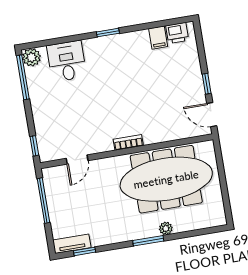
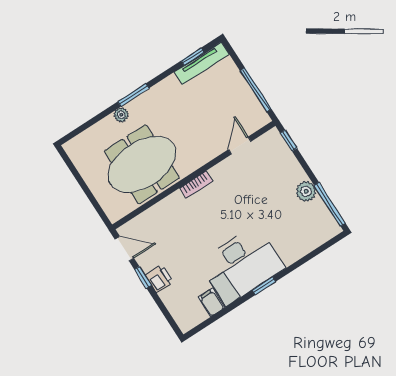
printer: (177, 33) -> (159, 279), moved, turned 90
plant: (31, 57) -> (306, 191), moved
desk: (67, 61) -> (242, 265), moved, width x1.87, depth x1.30
meeting table: (166, 179) -> (142, 164), width x0.73
tv unit: (72, 244) -> (202, 63), width x1.41

